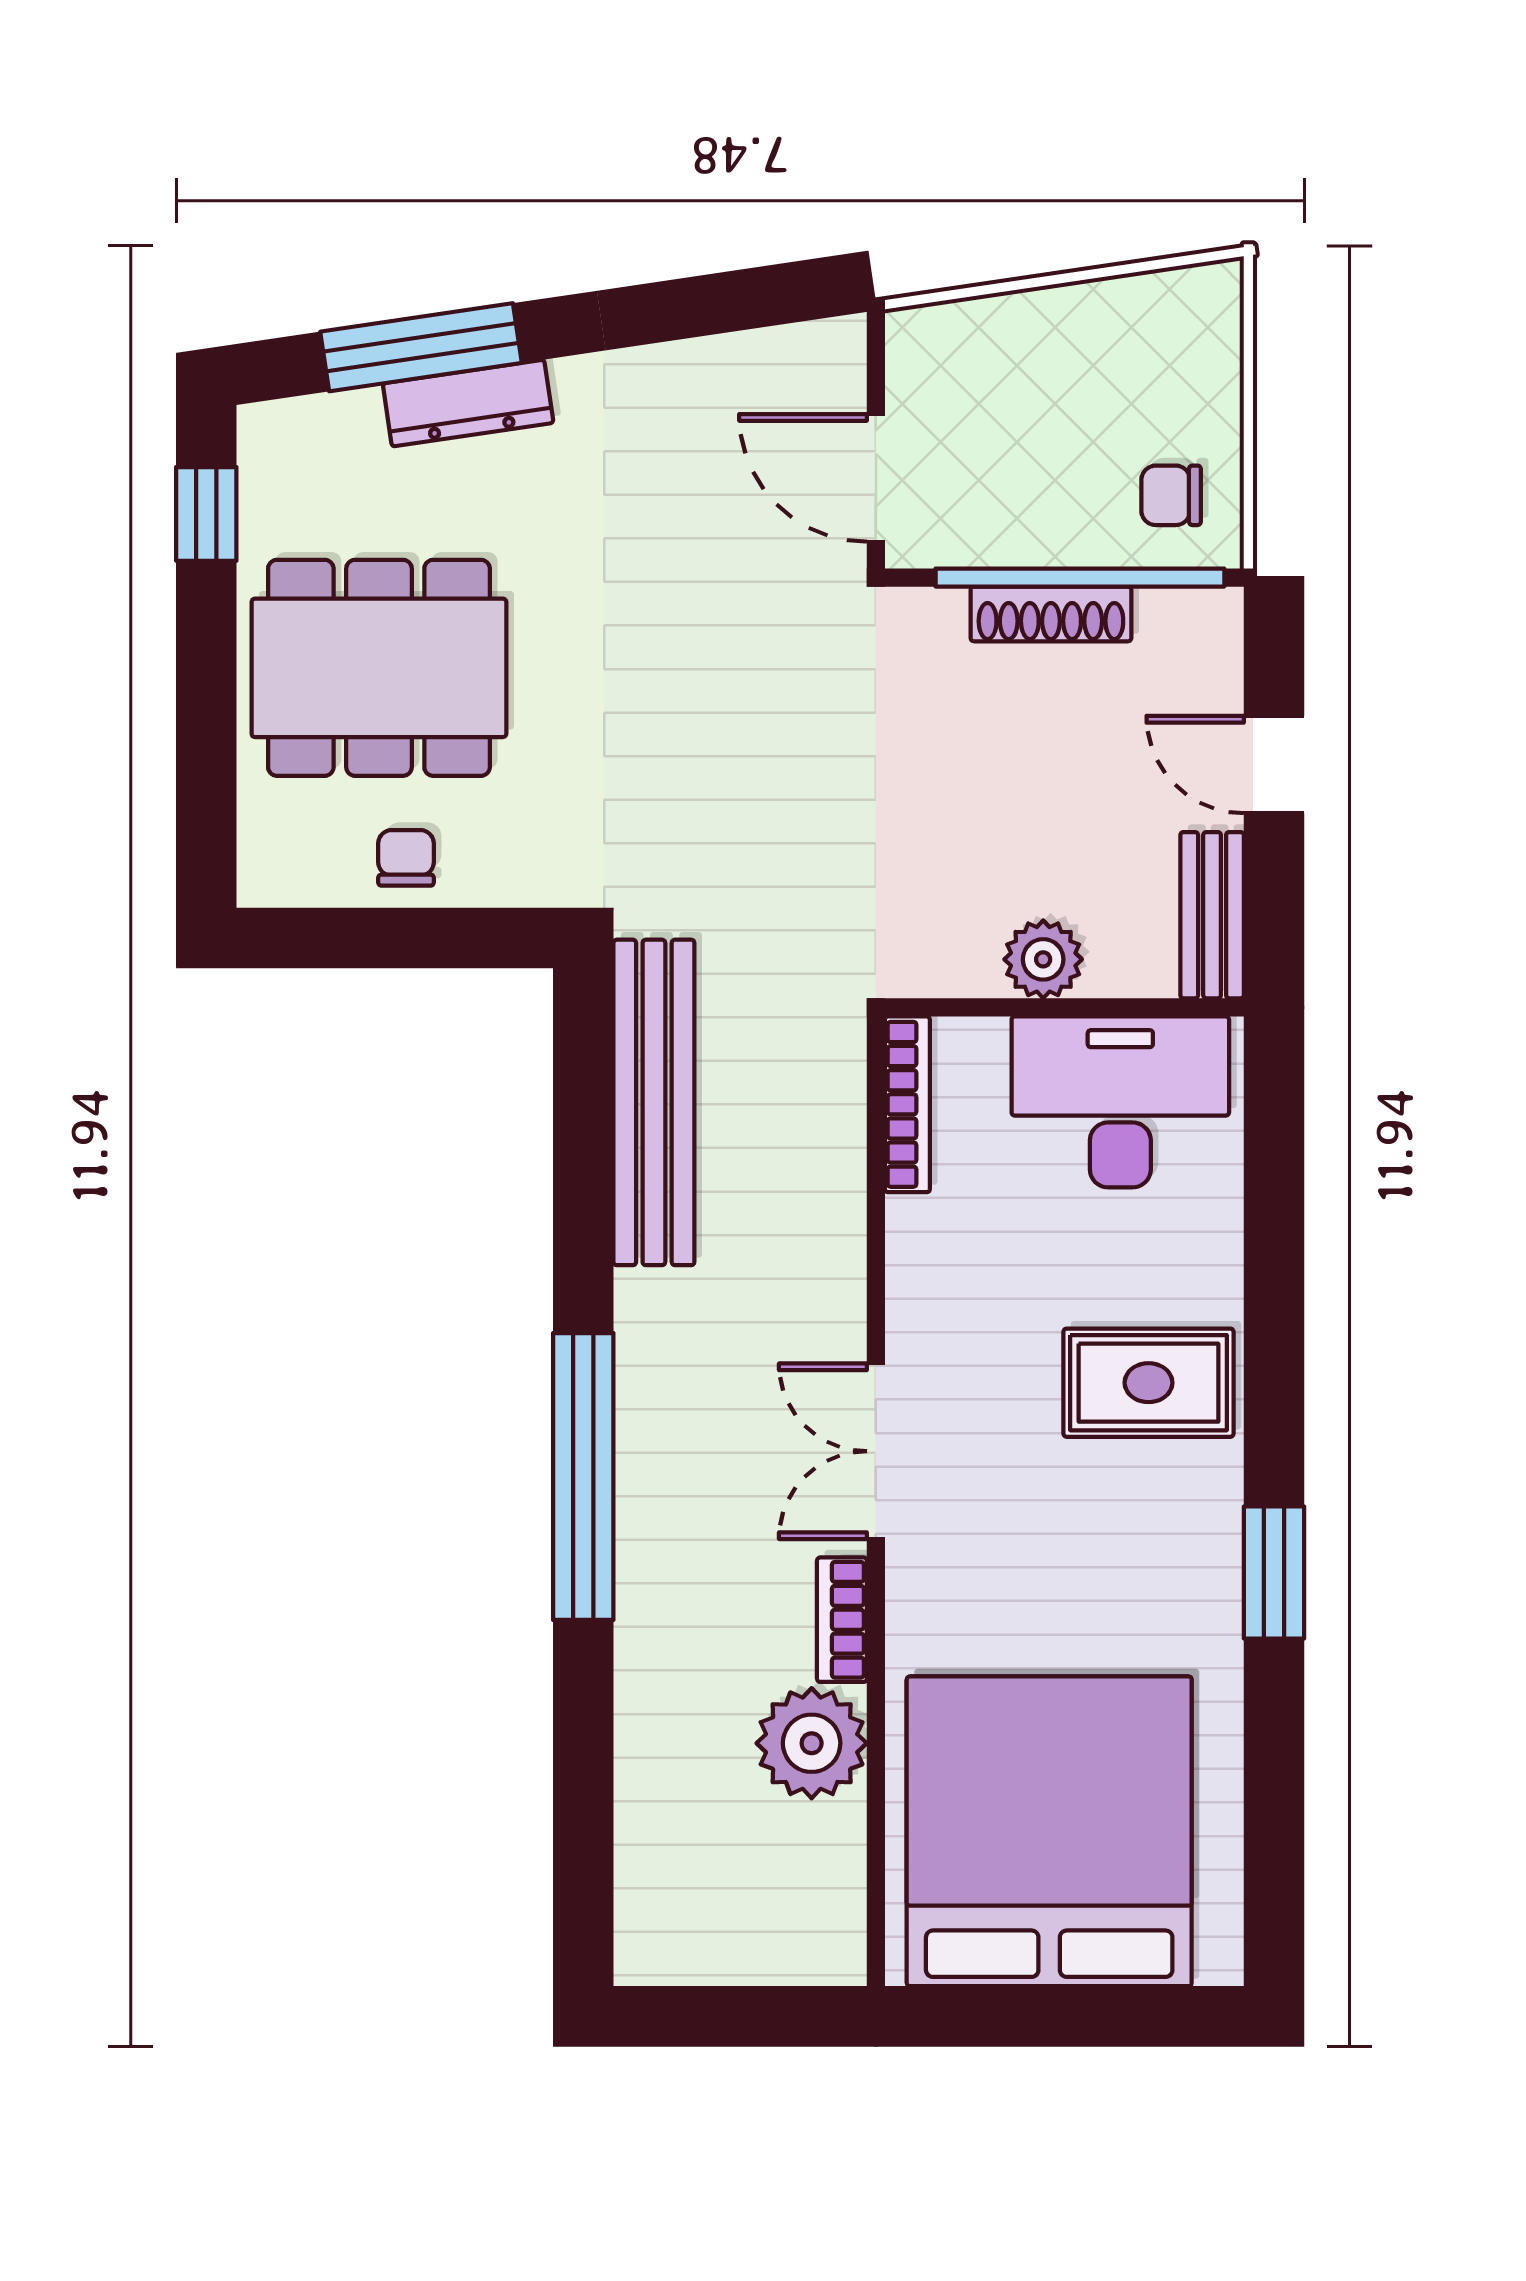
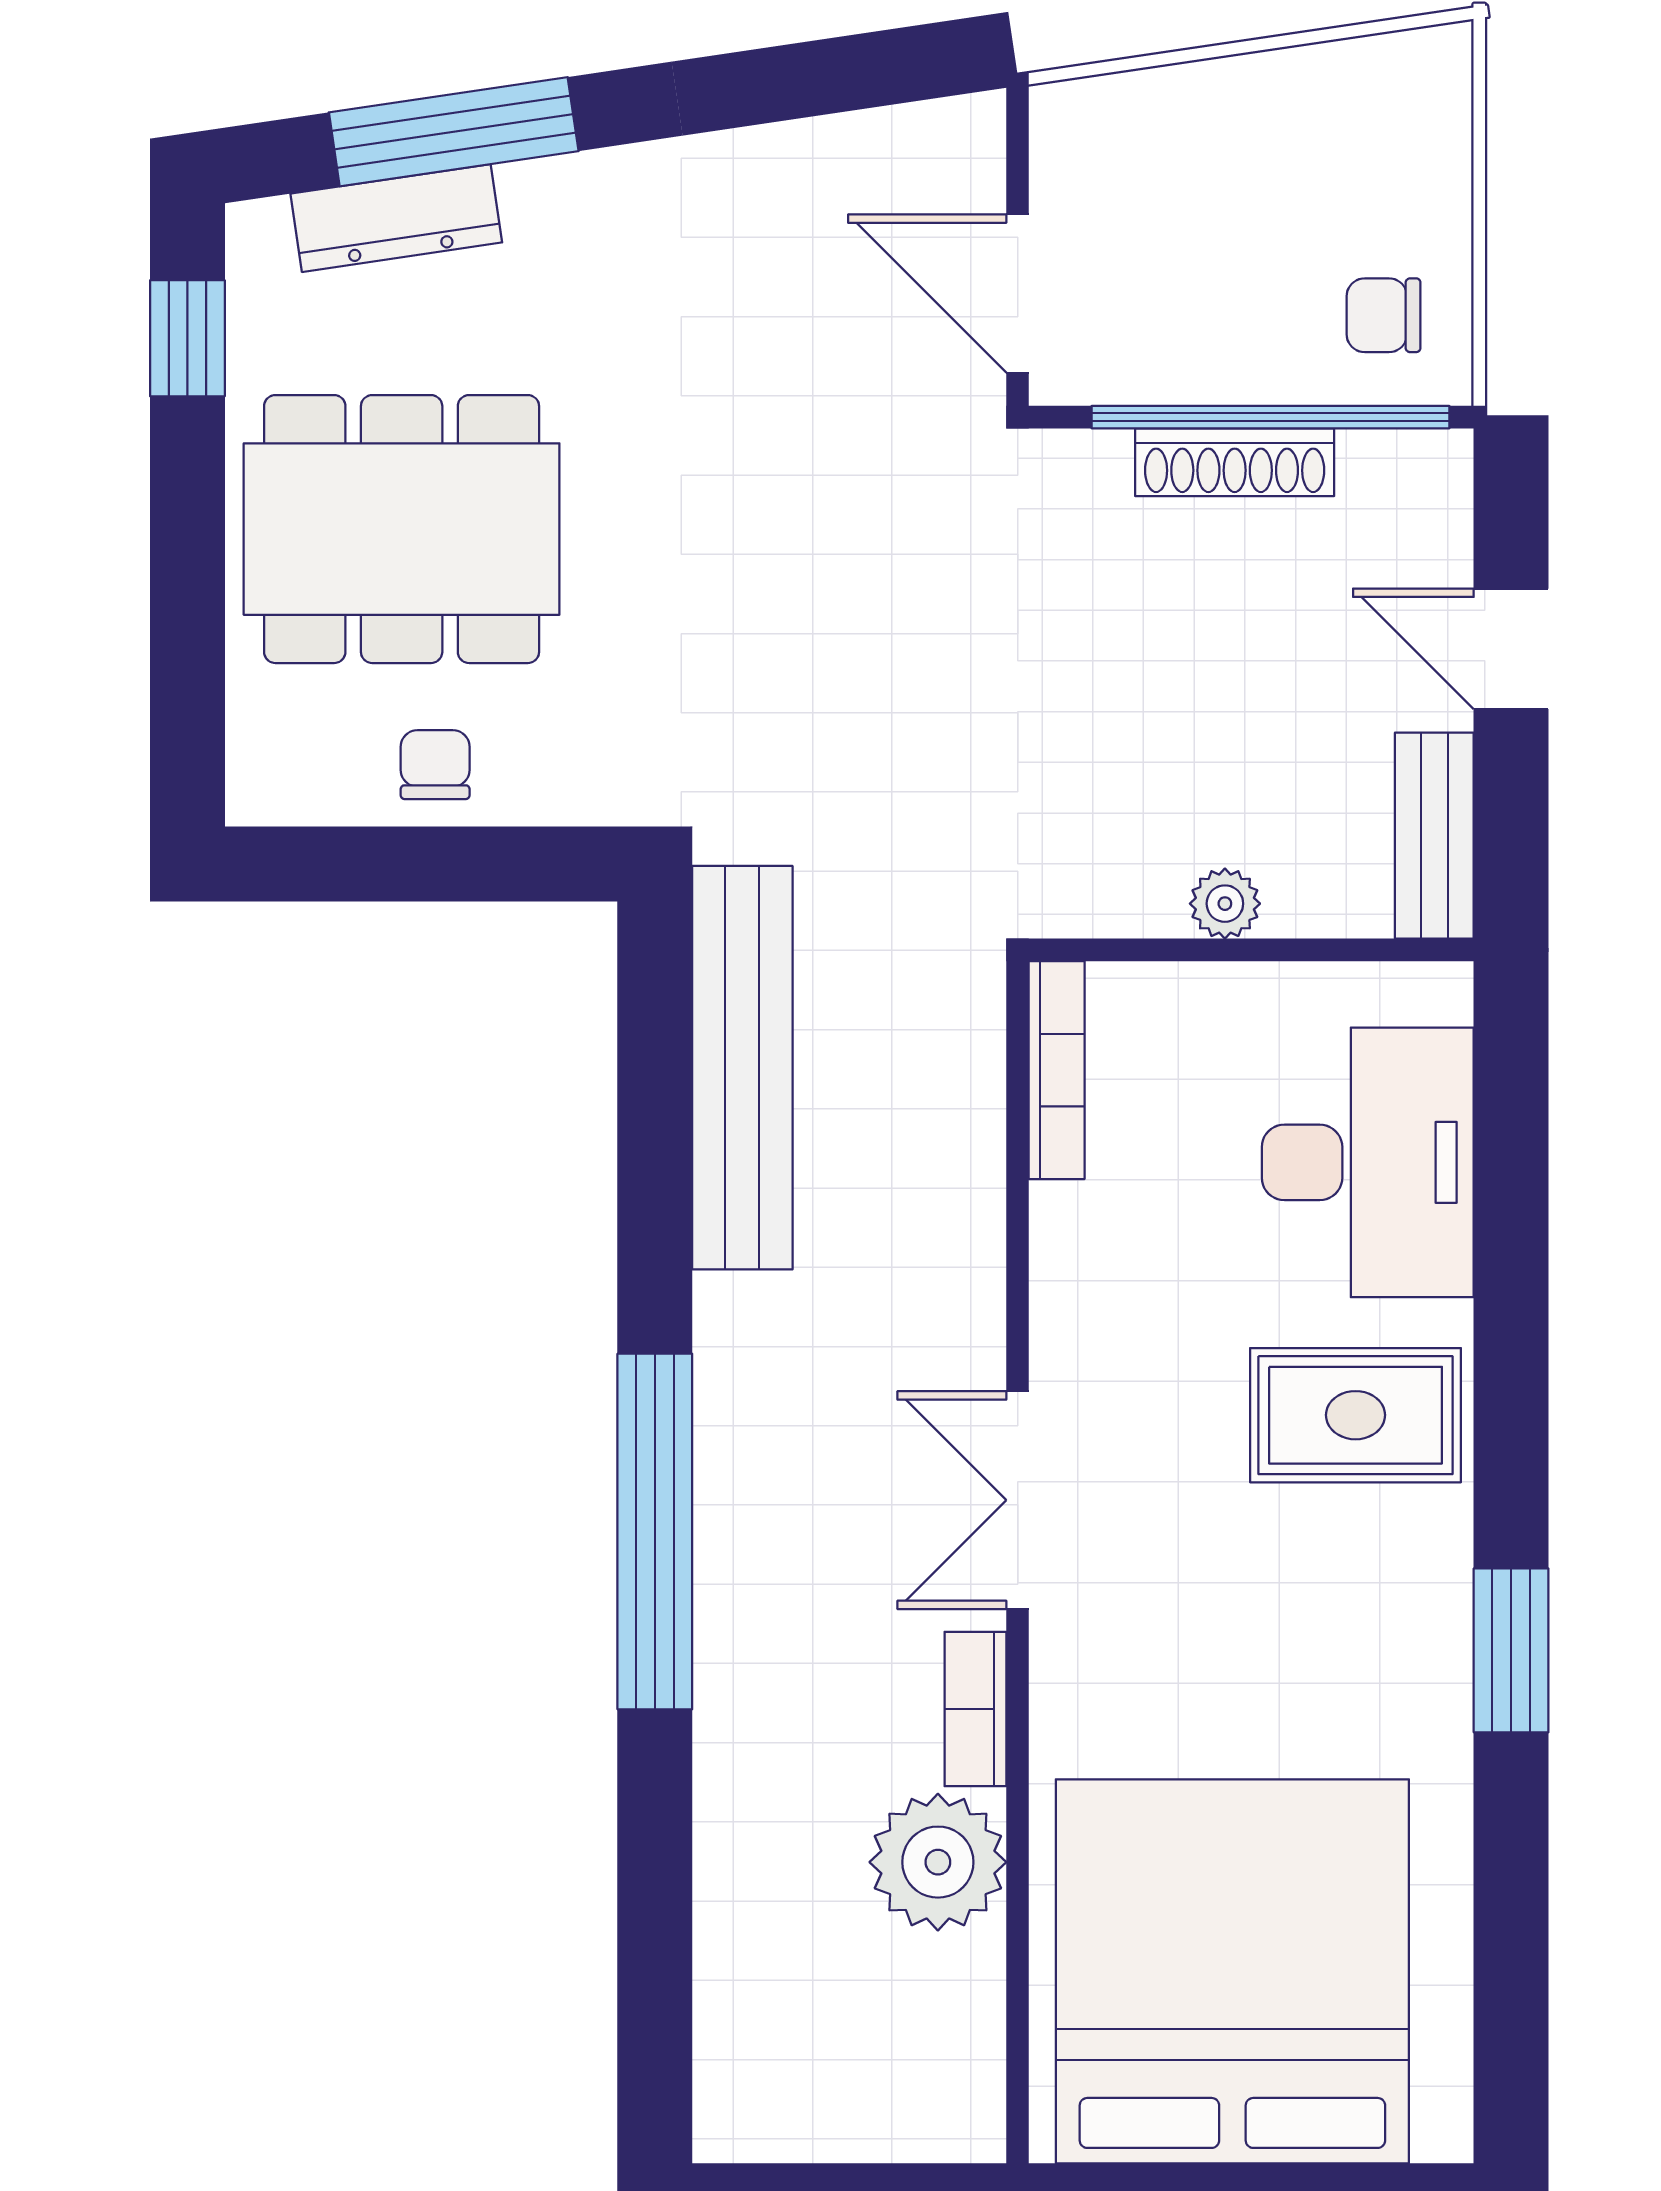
dresser: (468, 403) -> (396, 218), moved
plant: (1043, 959) -> (1225, 904), width x0.73, depth x0.73
desk: (1120, 1102) -> (1368, 1162), moved, turned 90

